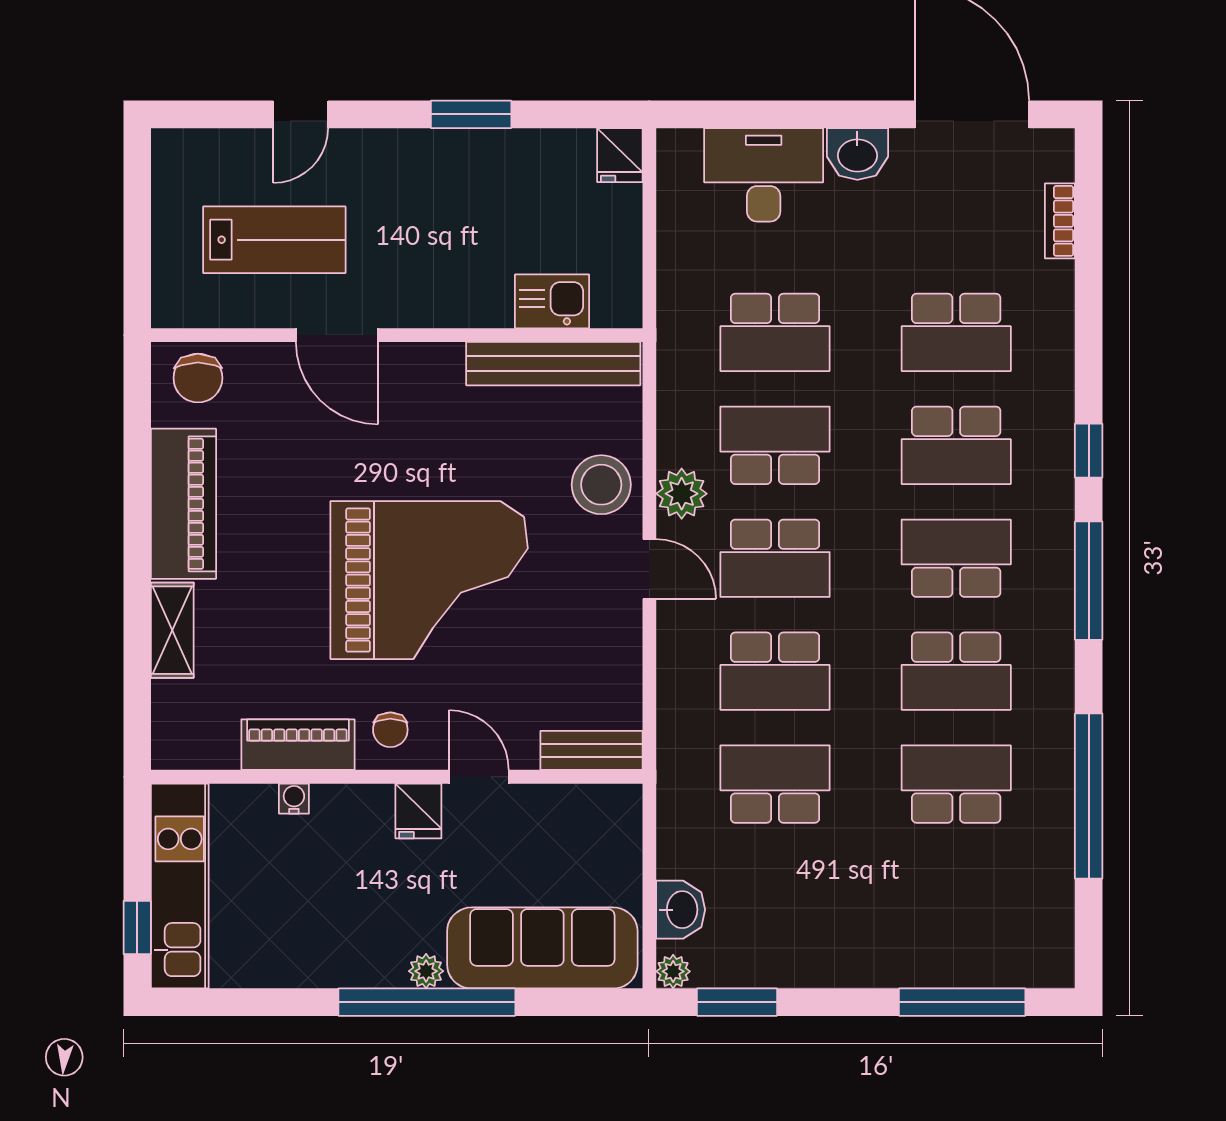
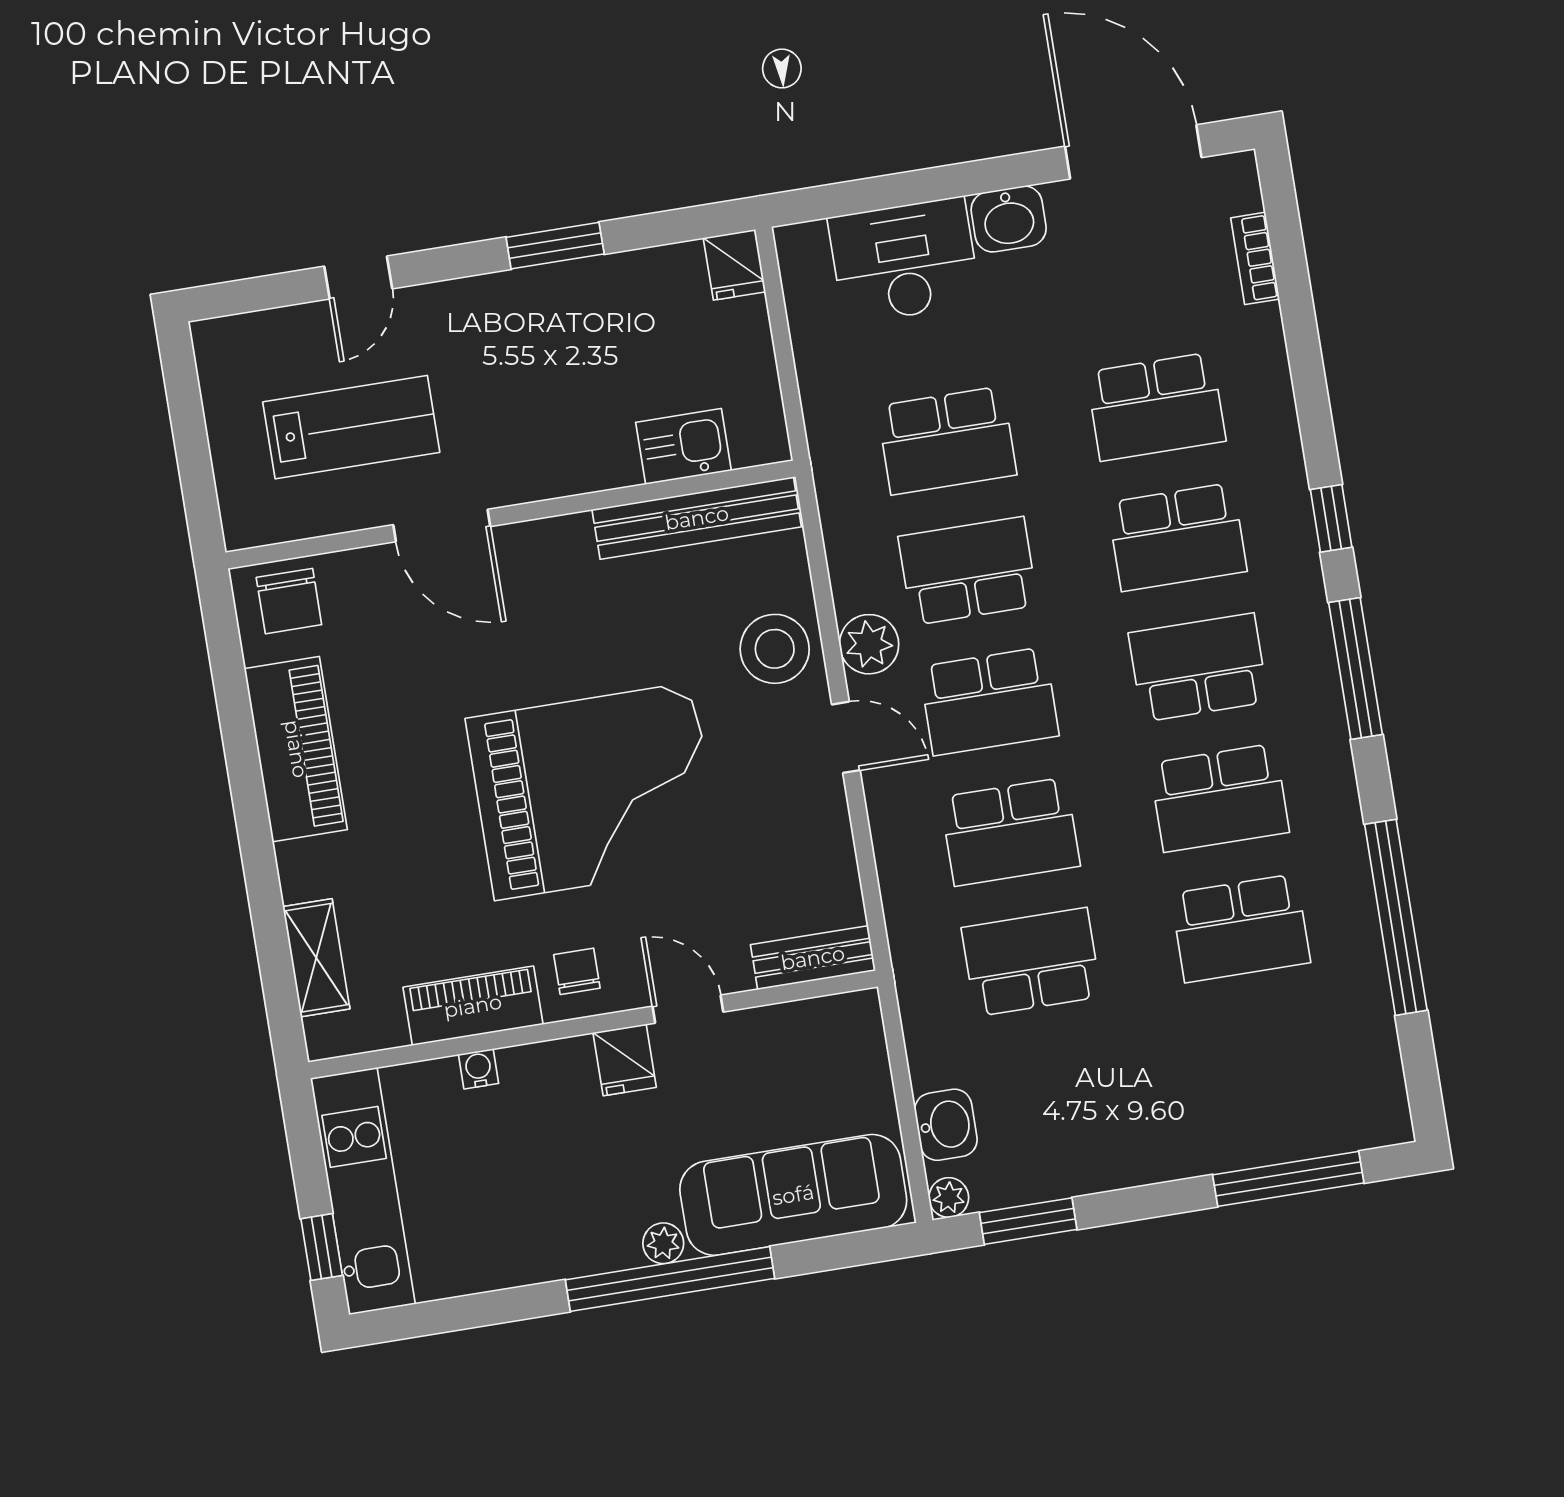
shelving: (172, 630) -> (316, 958), moved
chair: (390, 730) -> (577, 971), turned 180
school desk: (956, 784) -> (1241, 928), turned 180

